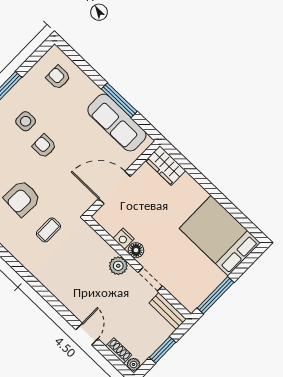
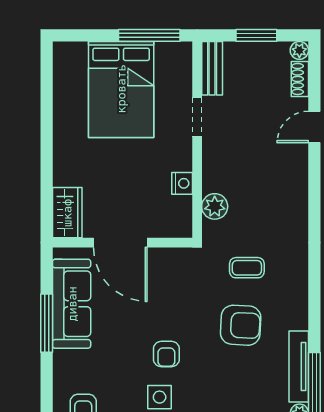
door: (114, 187) -> (120, 243), moved
bed: (220, 236) -> (121, 89), moved
floor lamp: (136, 250) -> (182, 160), removed
plant: (118, 266) -> (215, 206), moved

